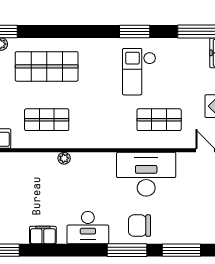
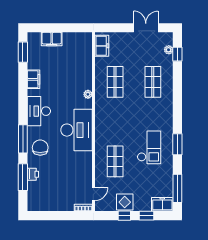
shop shelf: (47, 66) -> (153, 82), width x0.70, depth x0.74
checkout: (139, 72) -> (149, 147), turned 90
desk: (146, 174) -> (77, 130), moved
printer: (177, 236) -> (33, 174), added

